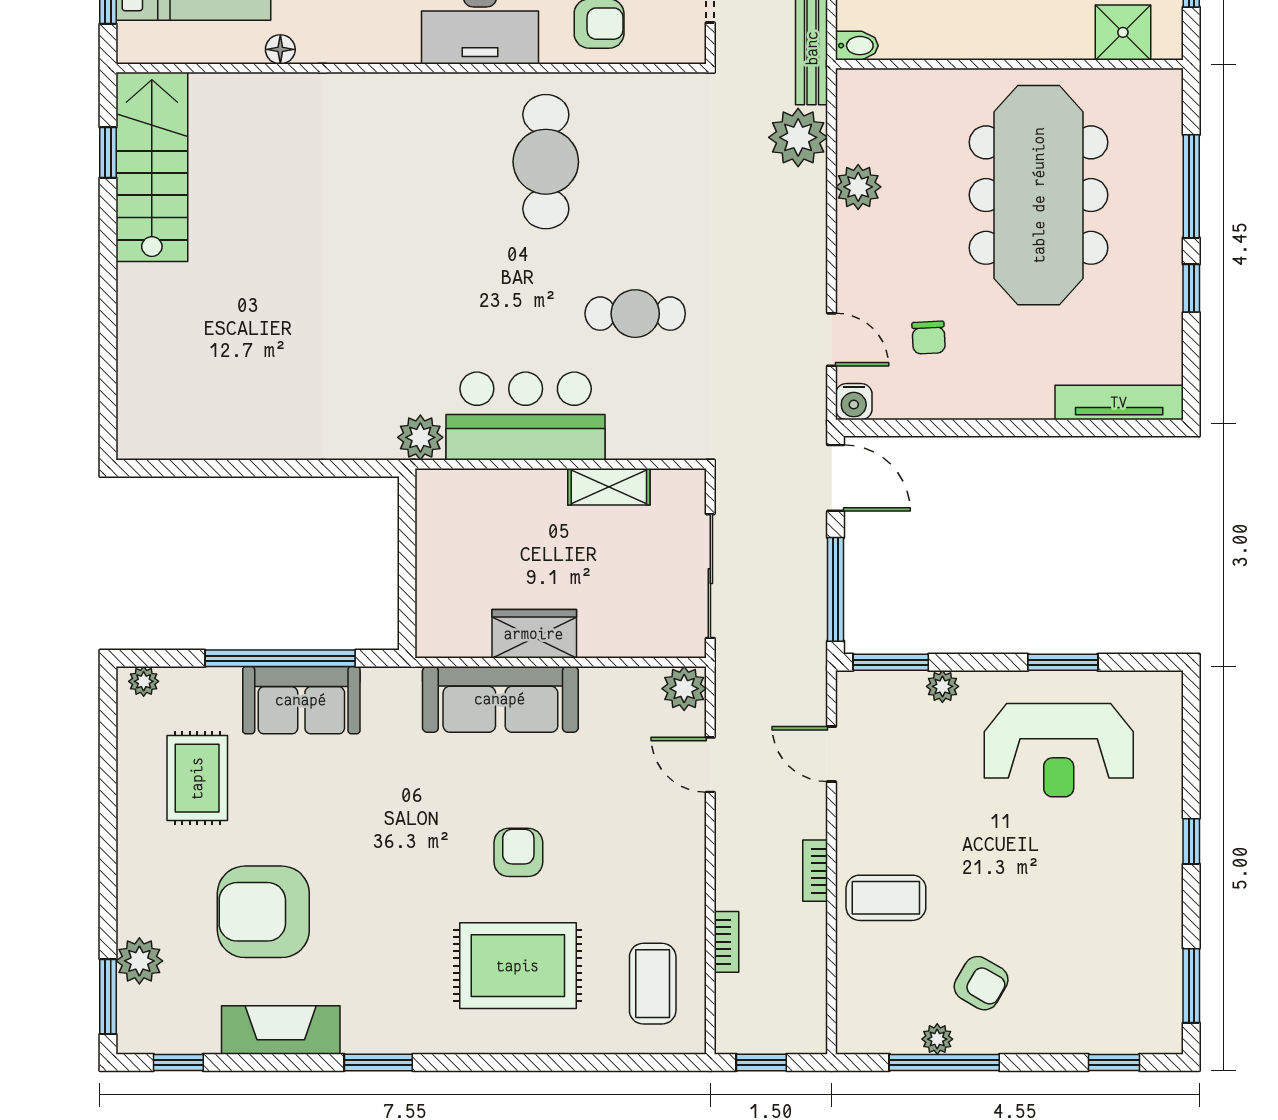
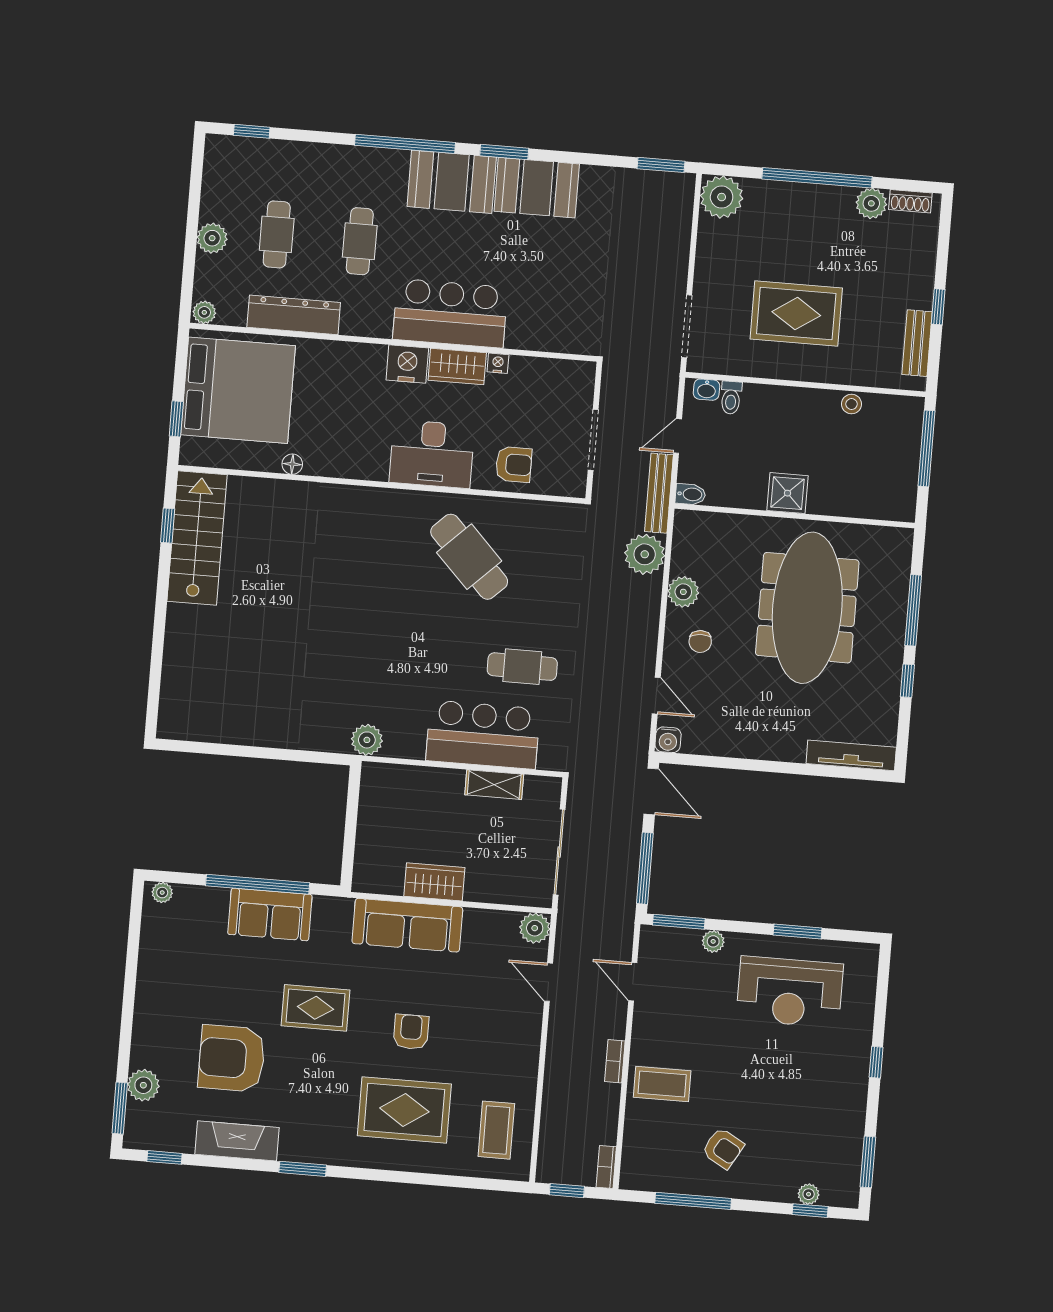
shower: (1123, 32) -> (788, 493), moved
cafe table: (546, 162) -> (469, 557), turned -44
chair: (929, 338) -> (700, 642), moved
bar counter: (526, 416) -> (483, 735), moved
rug: (197, 778) -> (316, 1008), moved, turned 90
bookcase: (727, 942) -> (606, 1167), moved, turned 180
plant: (937, 1039) -> (809, 1194), moved

